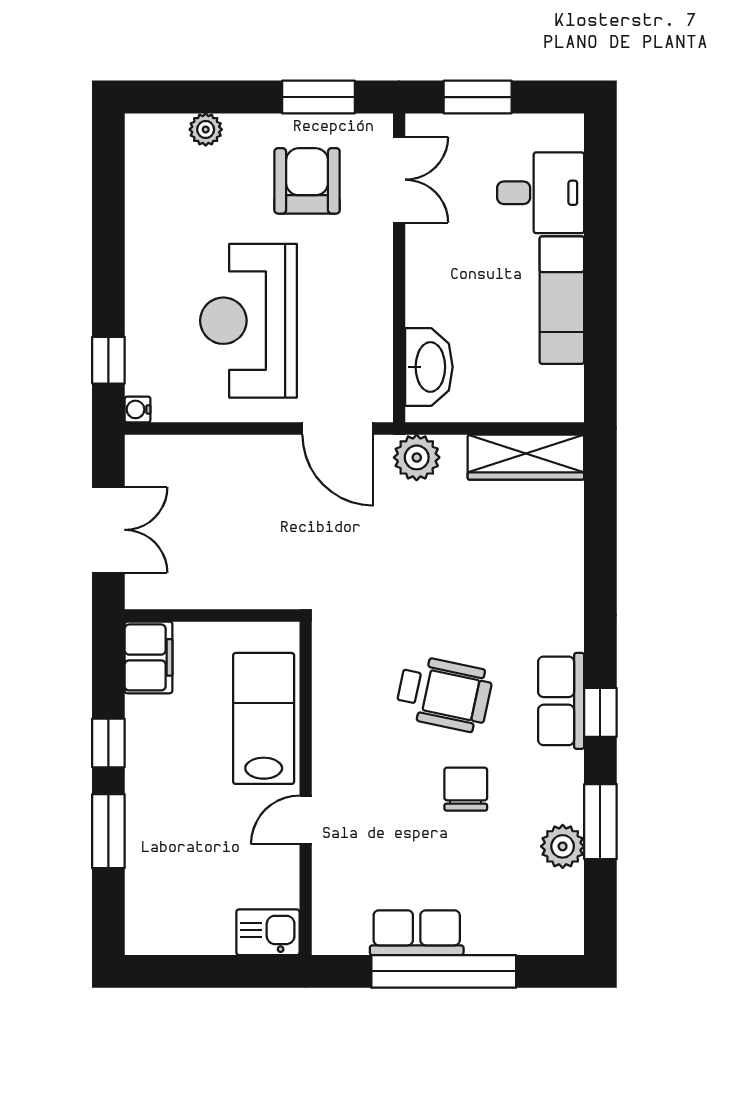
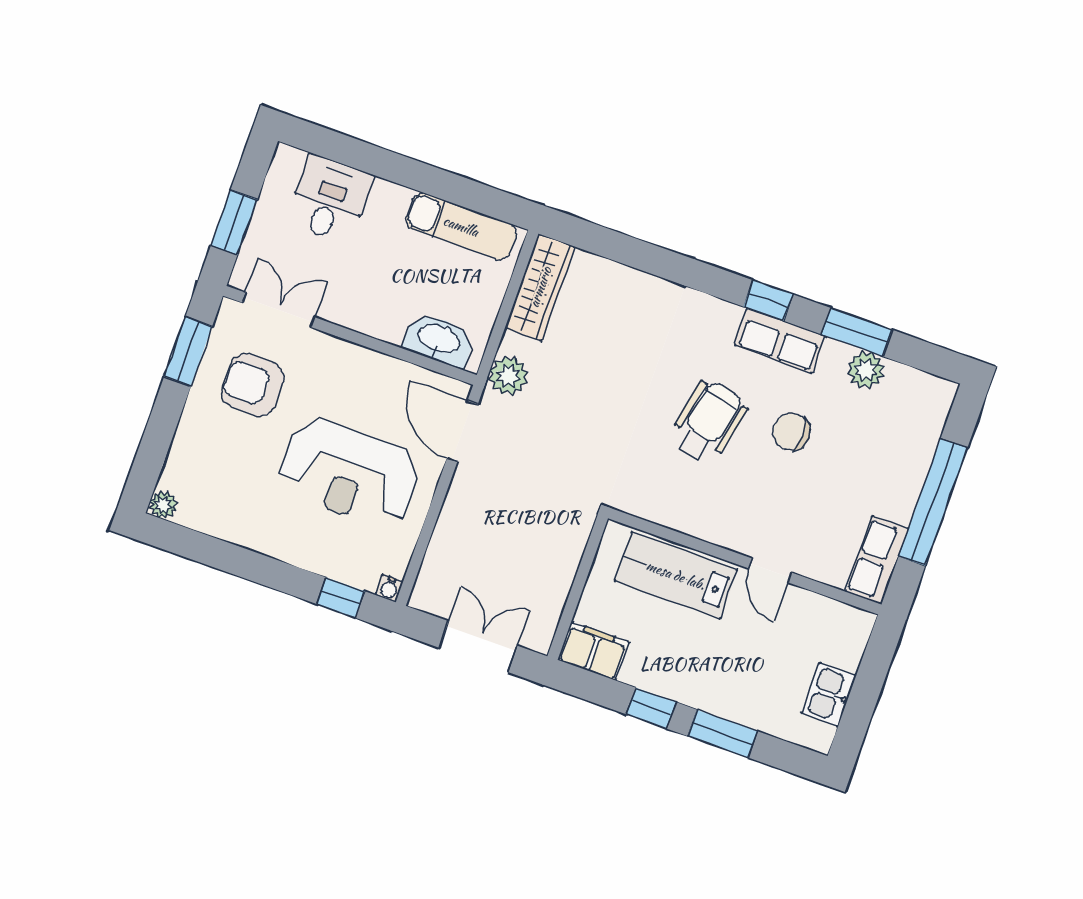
plant: (206, 129) -> (163, 505), moved
exam couch: (562, 300) -> (461, 226), moved
door: (338, 428) -> (462, 431), swing flipped
row of seats: (561, 701) -> (780, 341), moved
kitchen sink: (268, 932) -> (829, 694), moved
row of seats: (417, 933) -> (877, 560), moved

